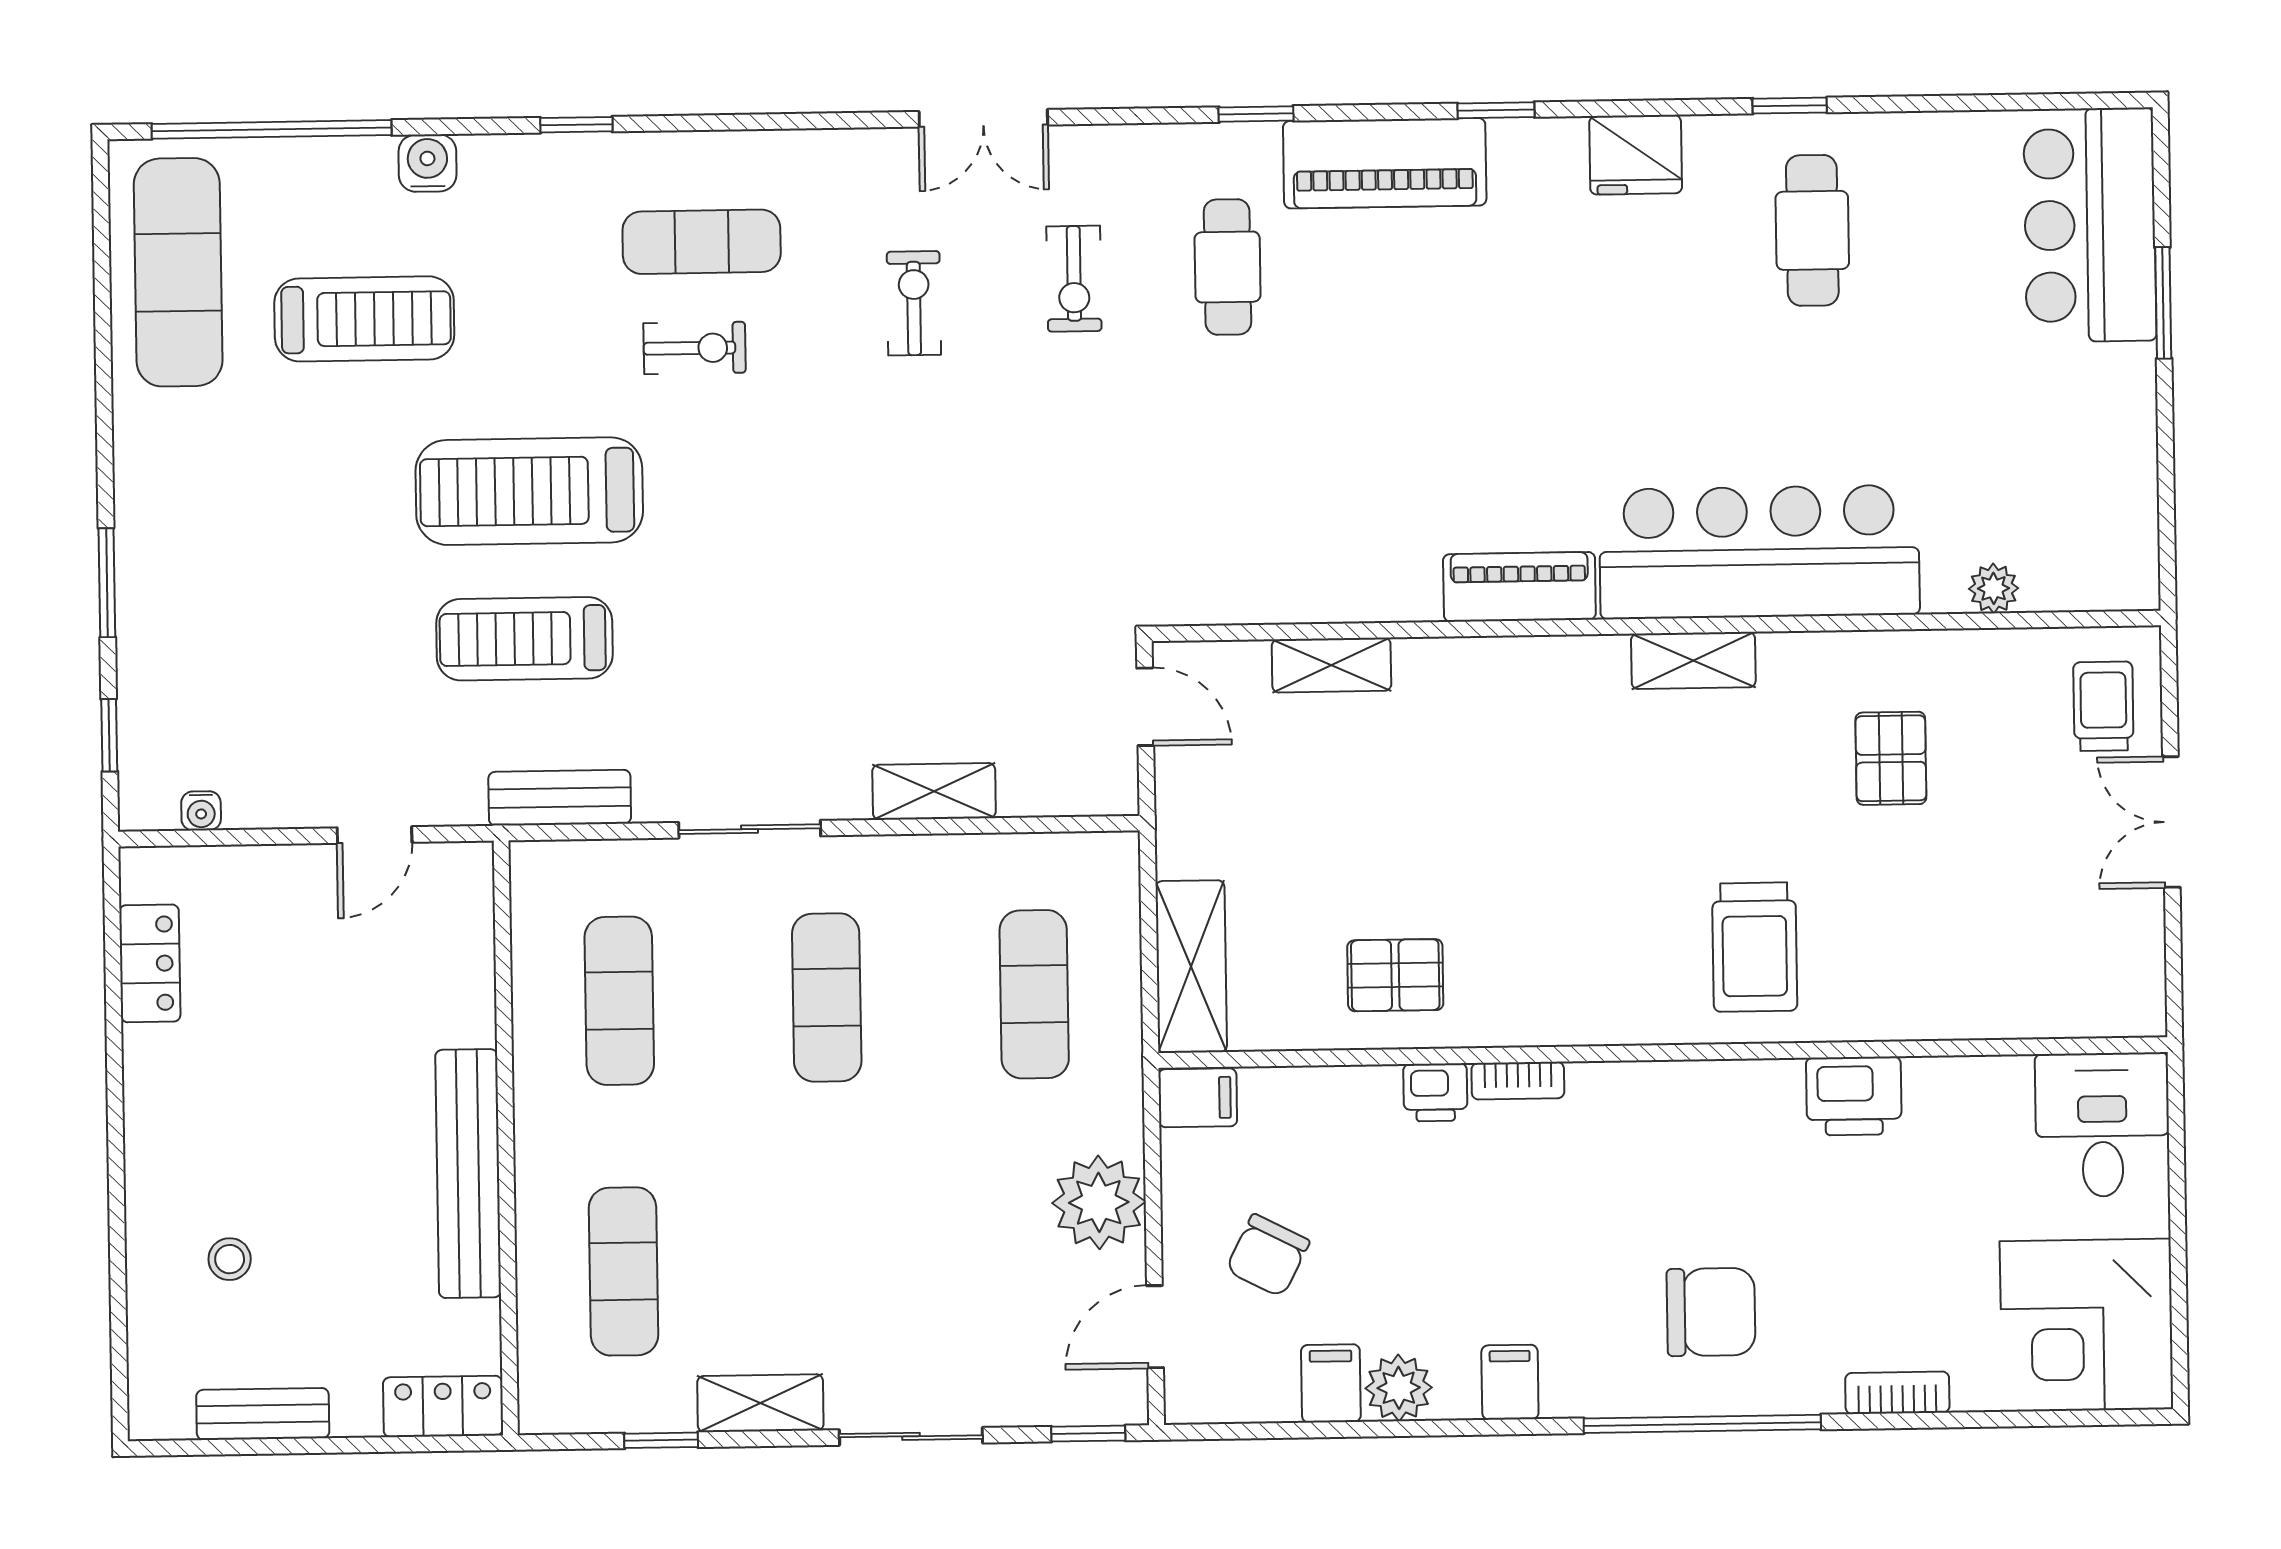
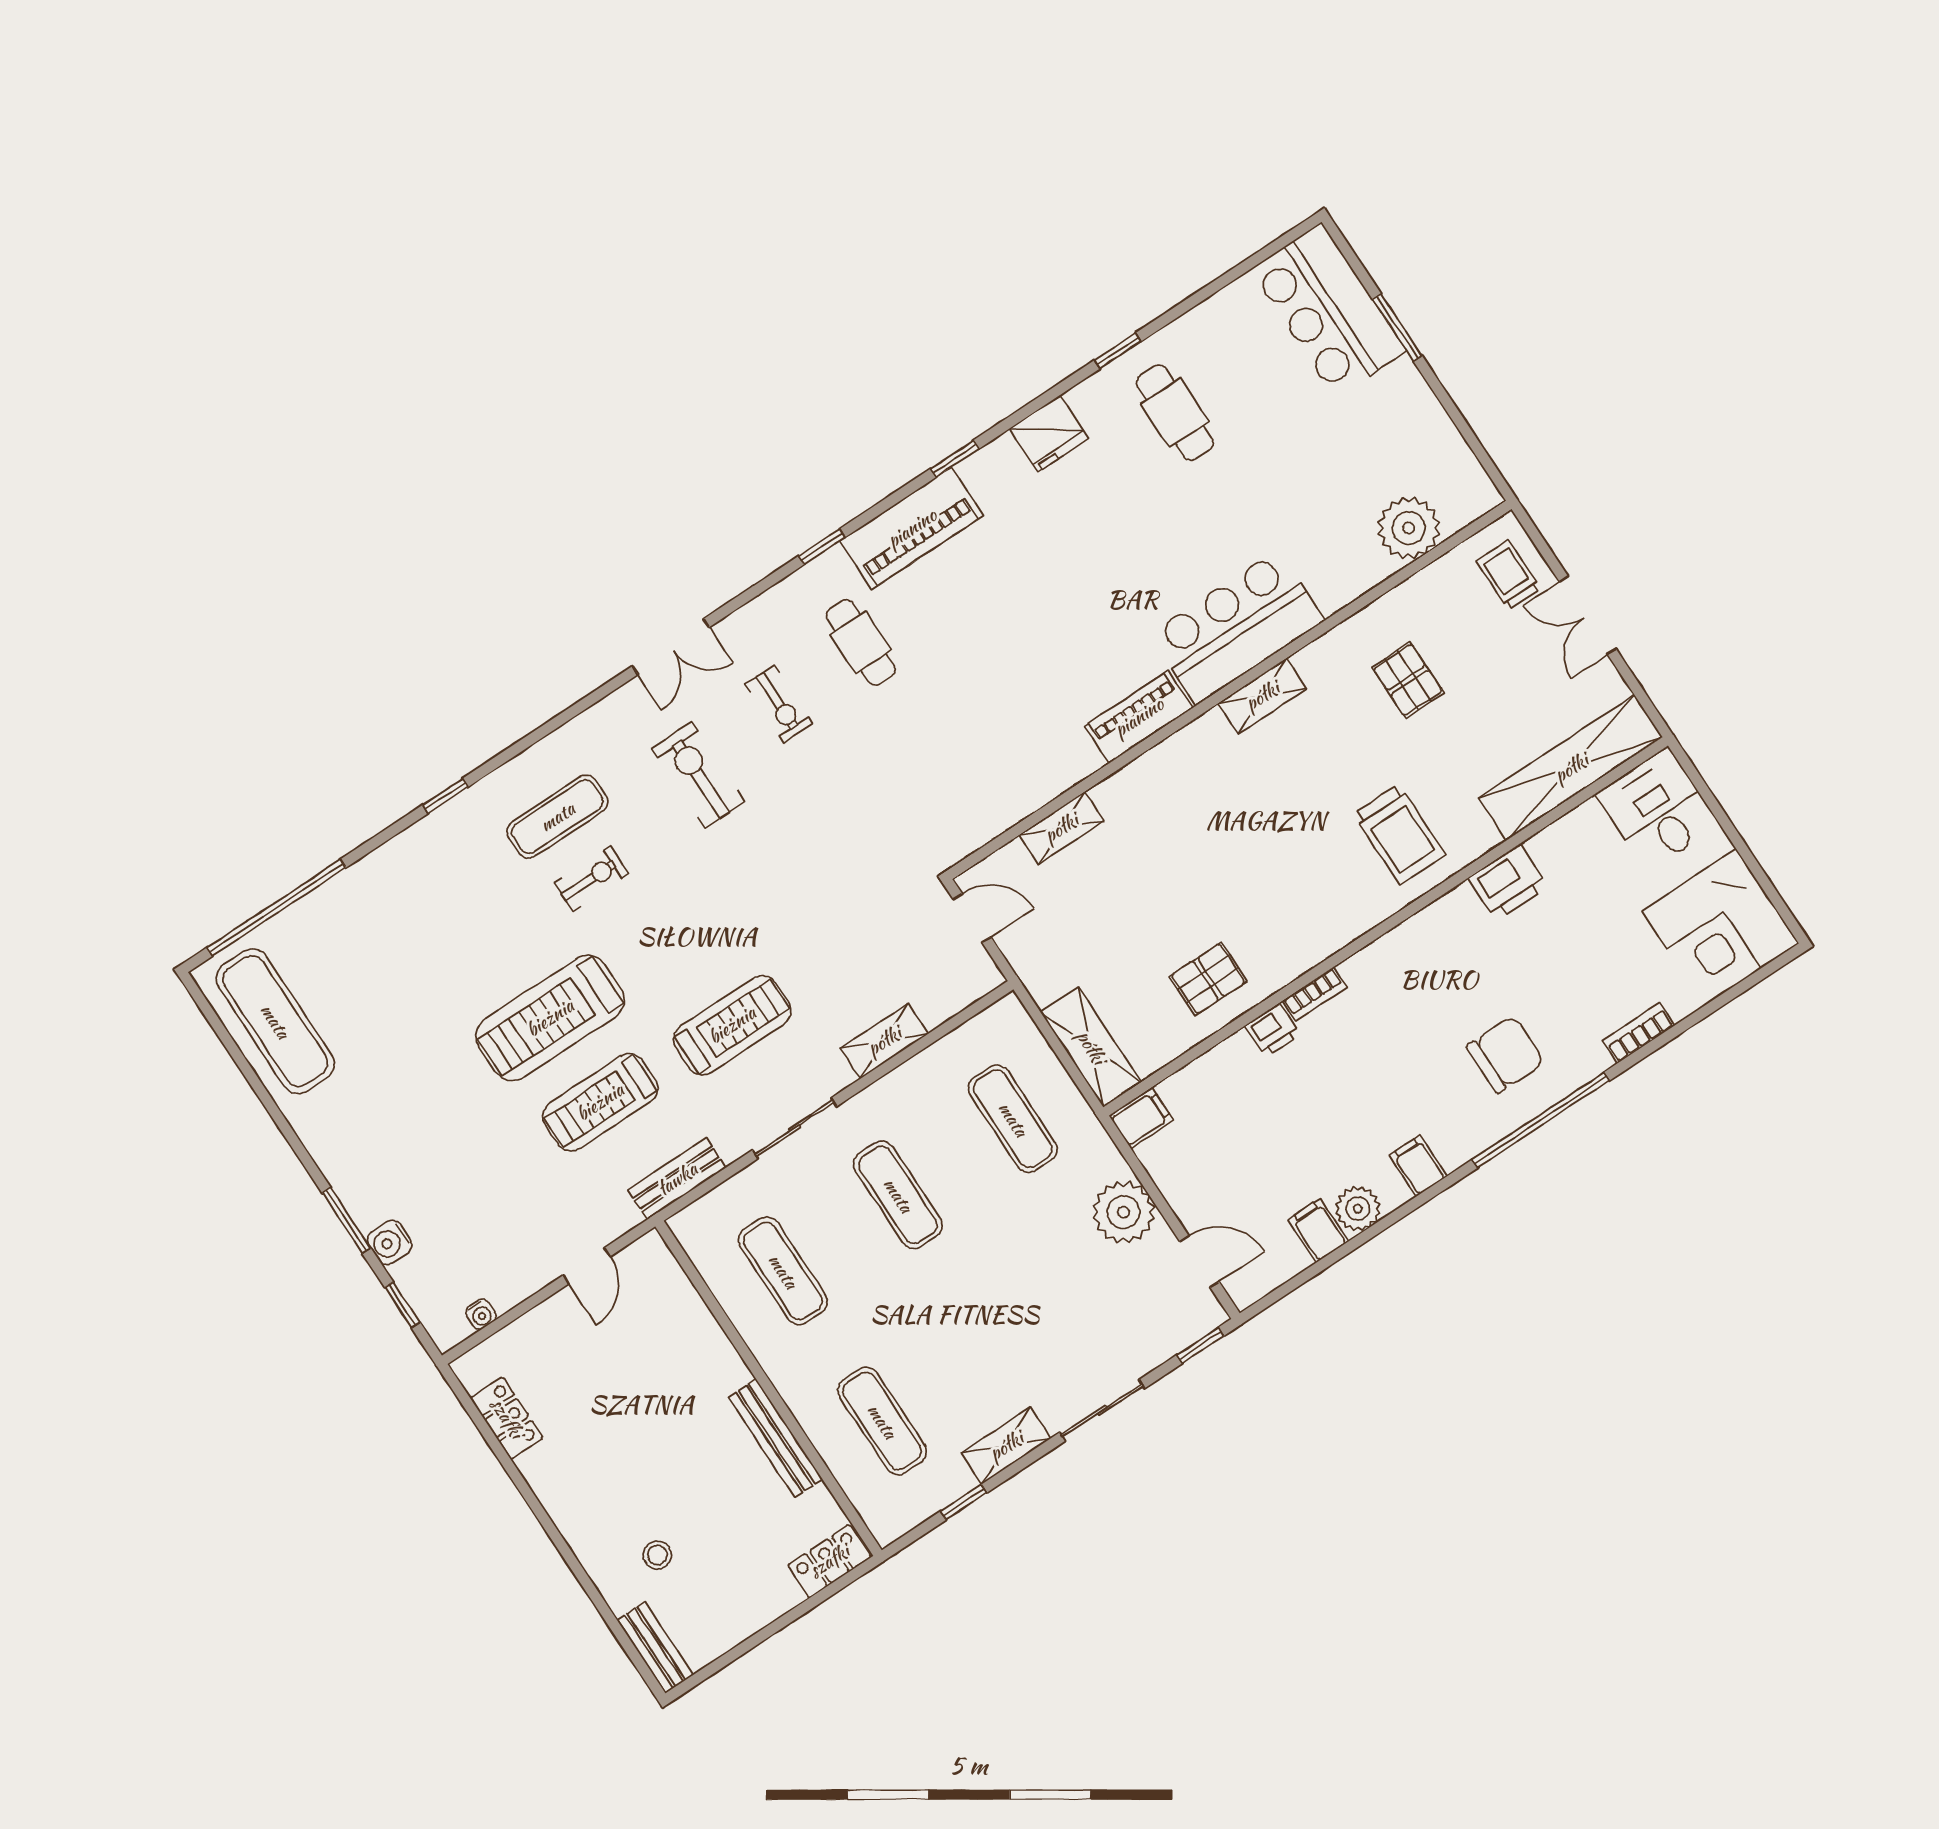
water cooler: (428, 163) -> (390, 1242), moved, turned -90
exercise bike: (914, 303) -> (698, 775), width x1.38, depth x1.39
treadmill: (364, 319) -> (732, 1025), moved
bar counter: (1759, 552) -> (1237, 627), width x0.73
plant: (1994, 588) -> (1409, 528), width x1.87, depth x1.87
shelving: (2026, 1001) -> (1571, 768), added
bench: (468, 1174) -> (775, 1438), width x0.73, depth x0.82
chair: (1268, 1256) -> (1237, 1181), removed
door: (1155, 1327) -> (1199, 1262), swing flipped
bench: (263, 1414) -> (655, 1648), moved, turned 90

